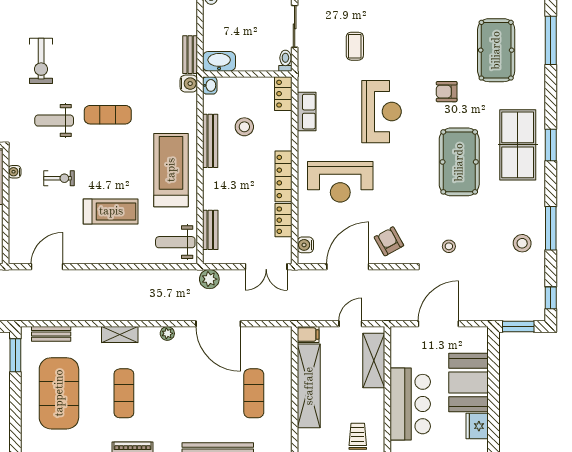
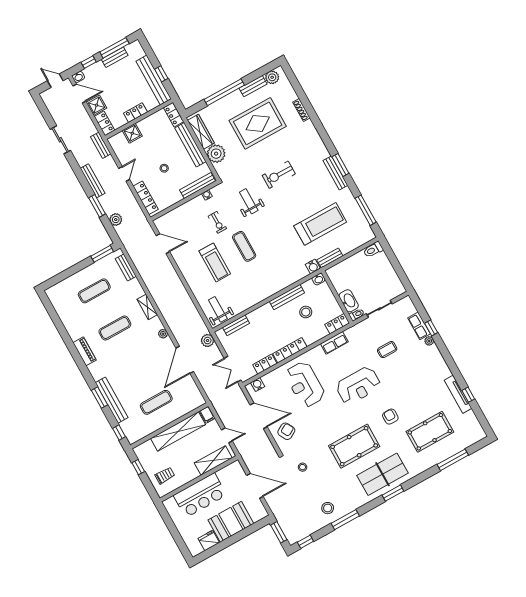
washbasin: (219, 61) -> (349, 301), moved
exercise mat: (108, 115) -> (244, 246), moved
treadmill: (171, 170) -> (320, 224), moved
exercise mat: (59, 393) -> (94, 291), width x0.50, depth x0.69

